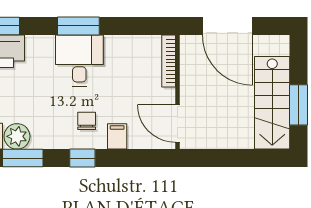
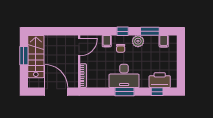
desk: (79, 60) -> (124, 76), width x1.37
door: (177, 124) -> (79, 47), hinge flipped
plant: (17, 136) -> (138, 41), moved

